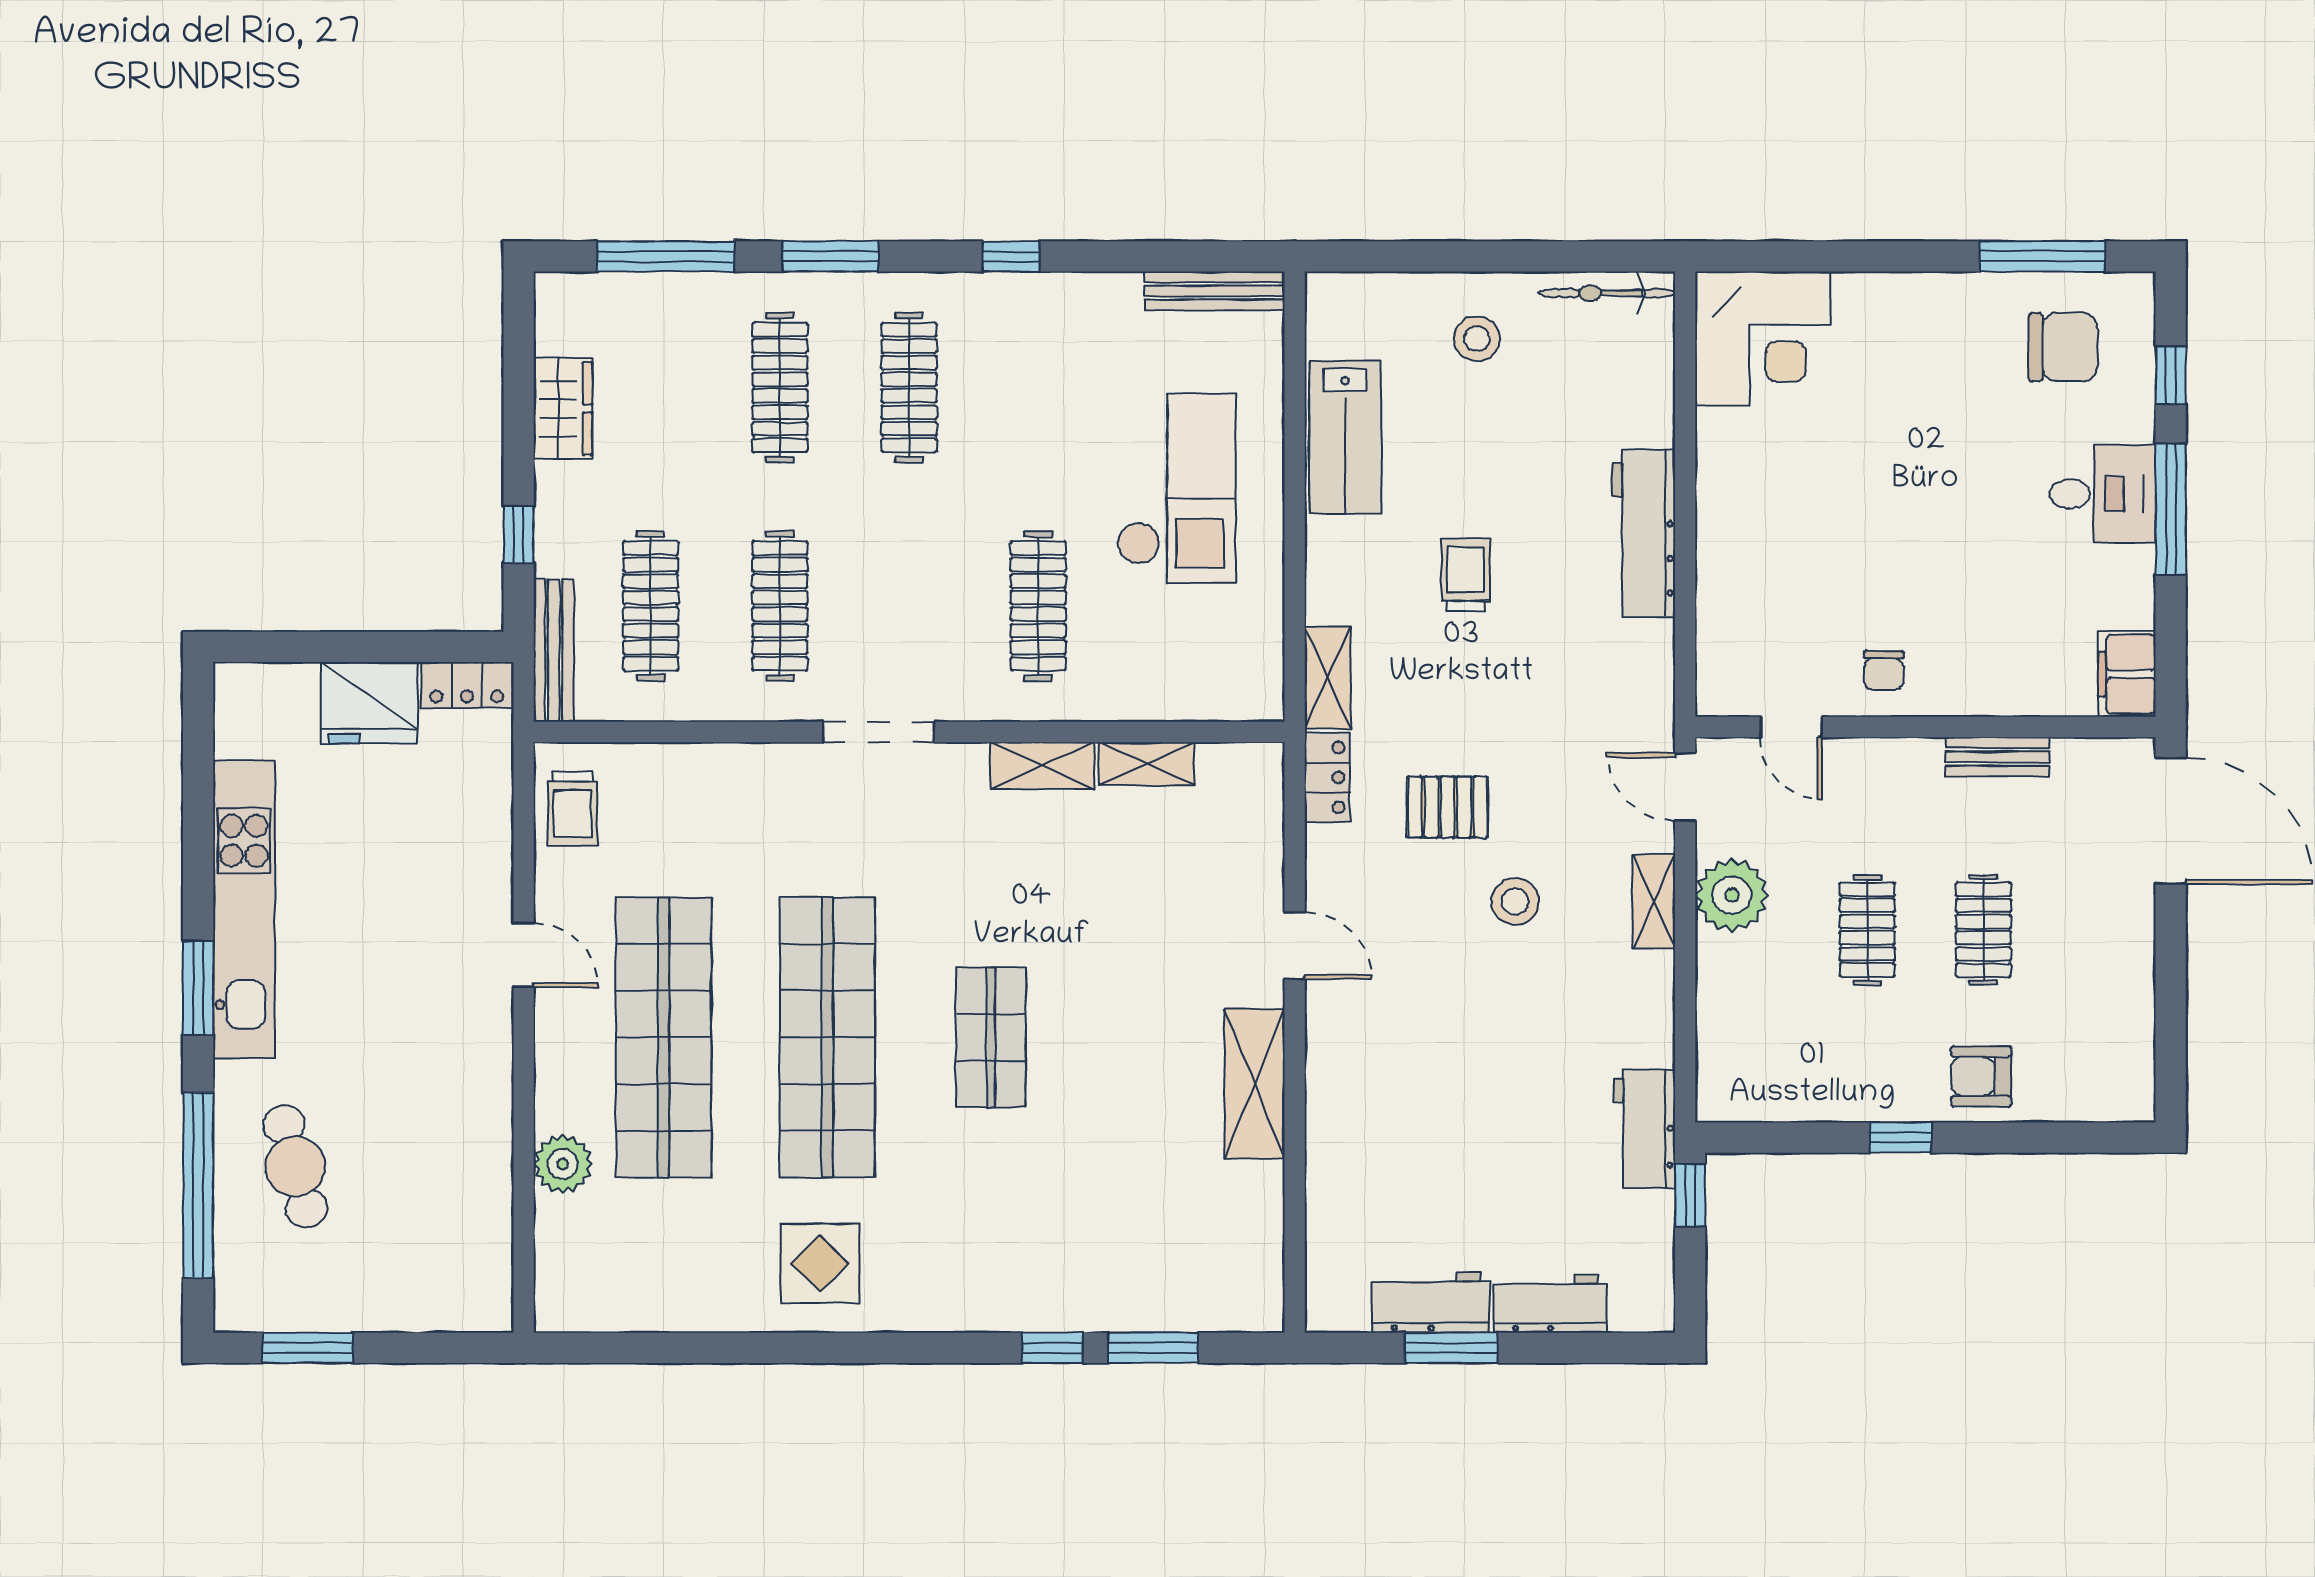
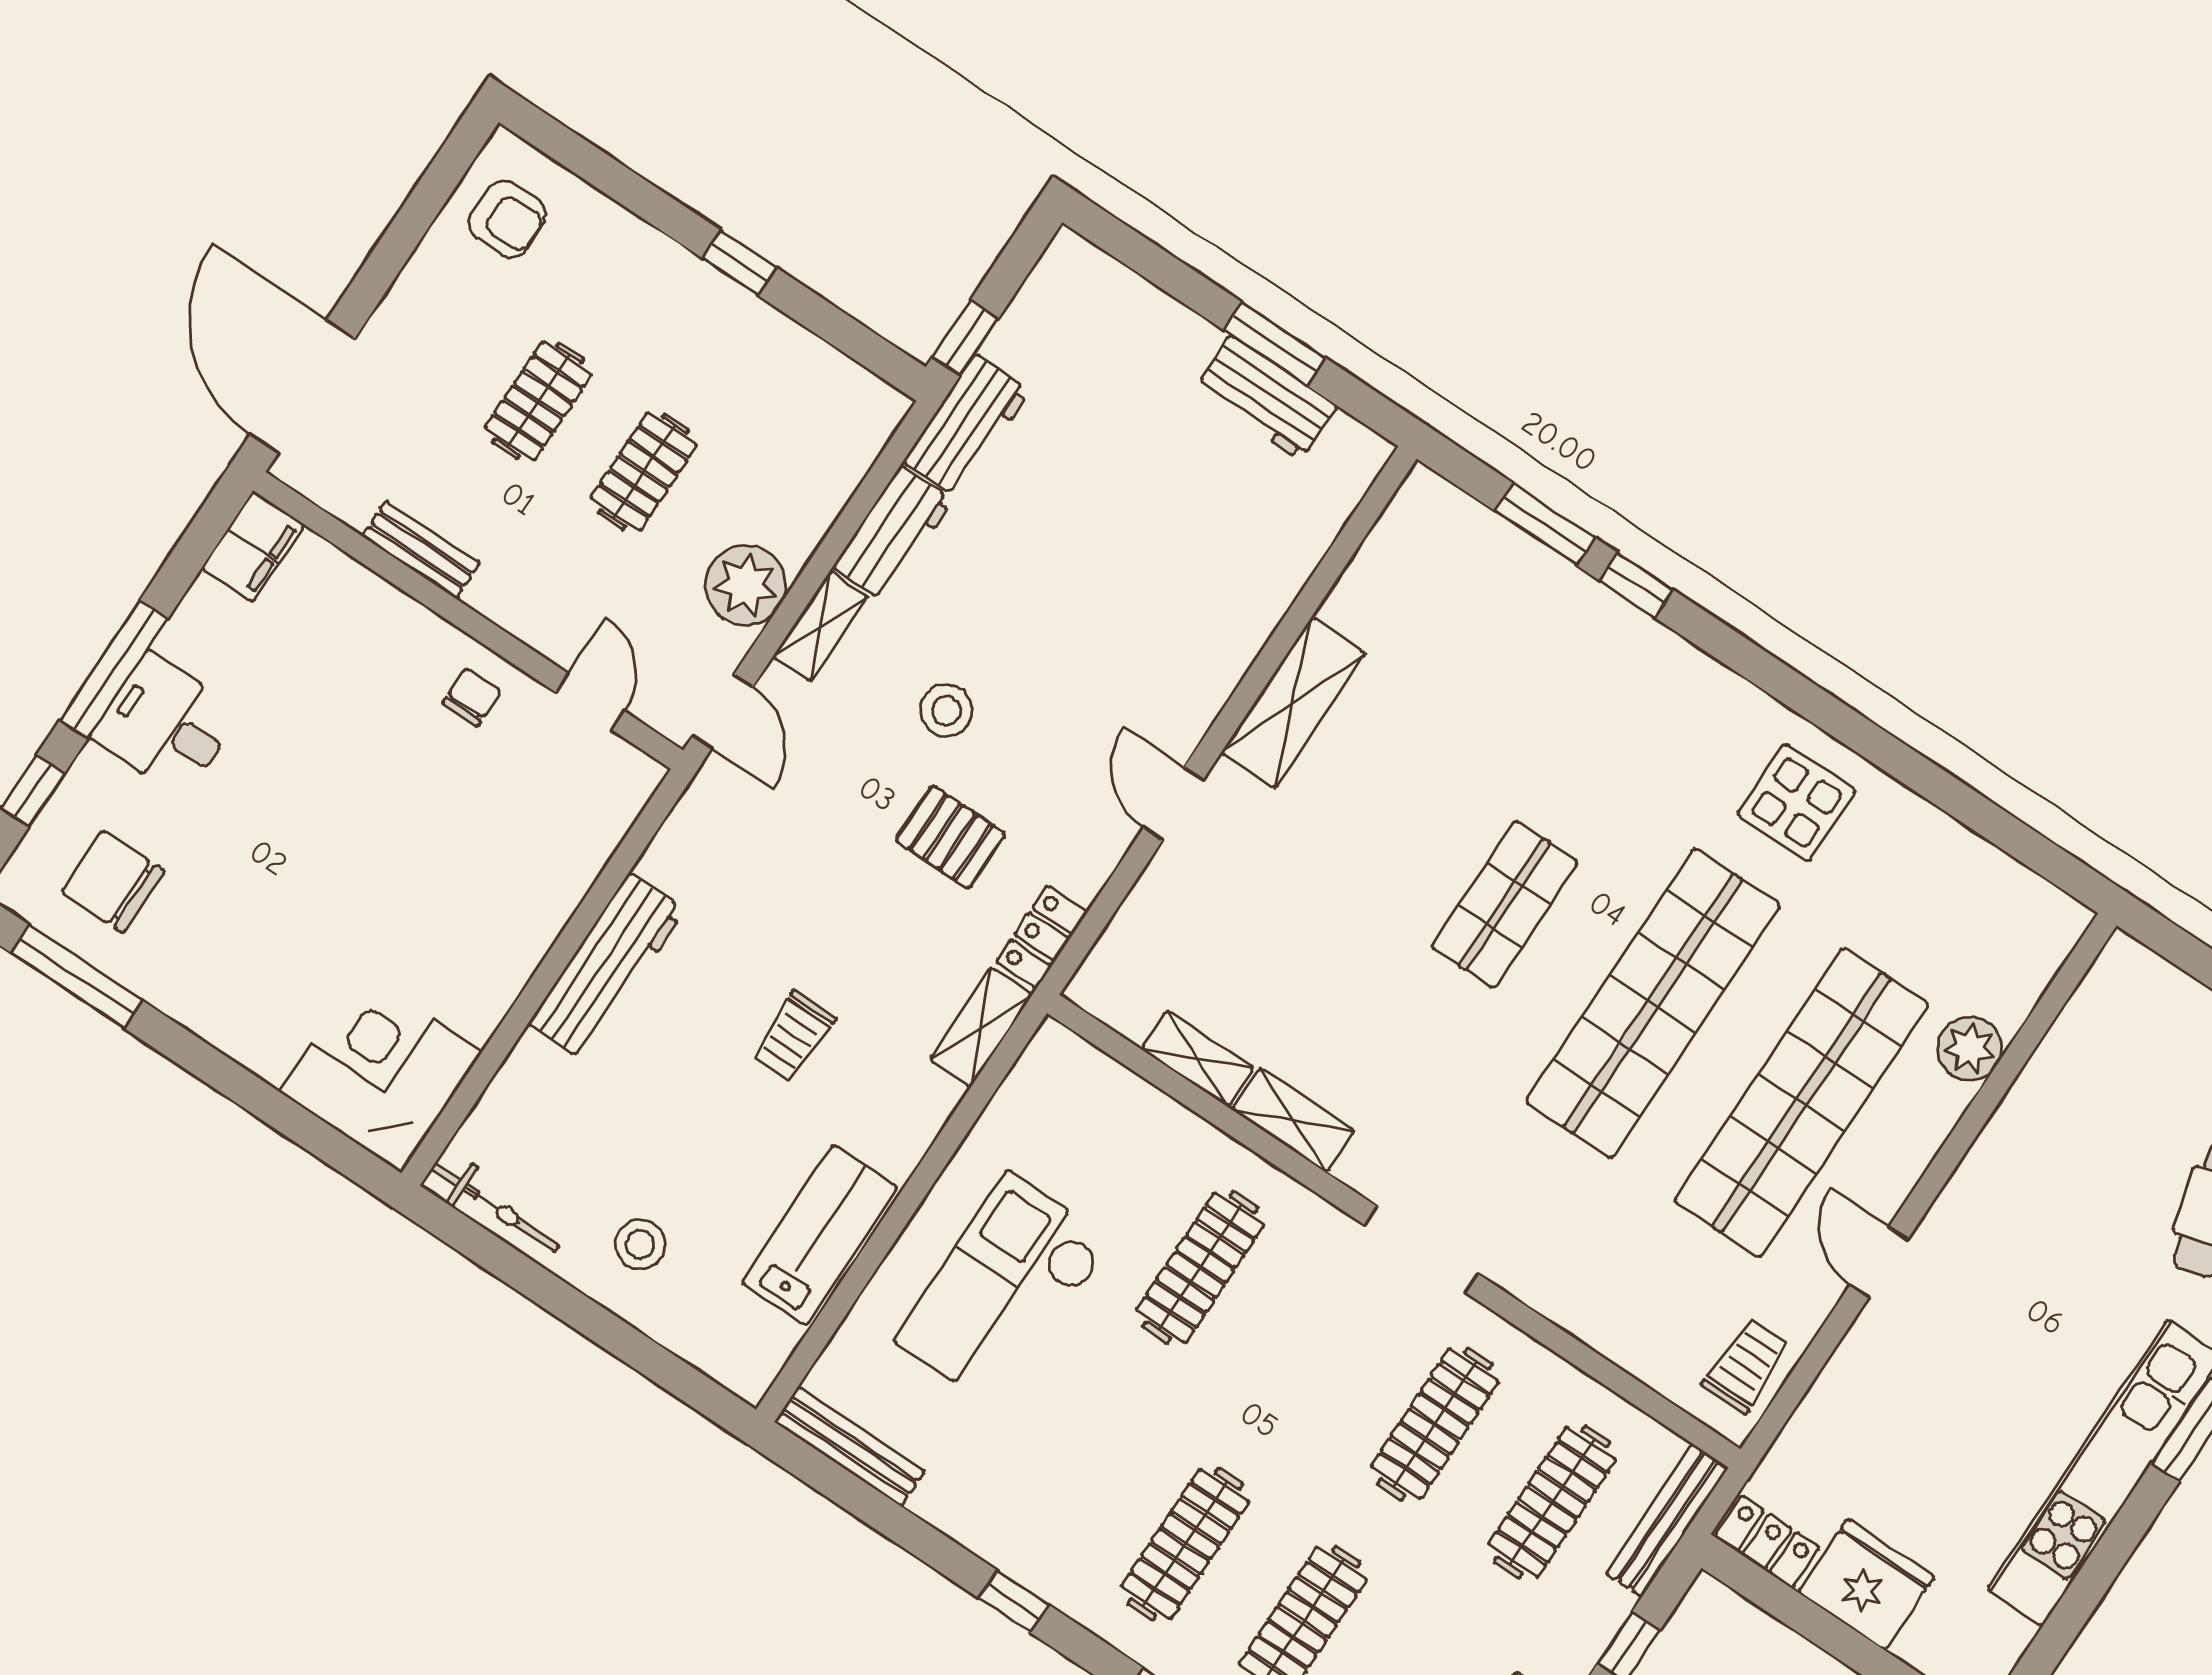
armchair: (1981, 1076) -> (507, 219), moved
workbench: (1550, 1304) -> (893, 534), moved, turned -90

